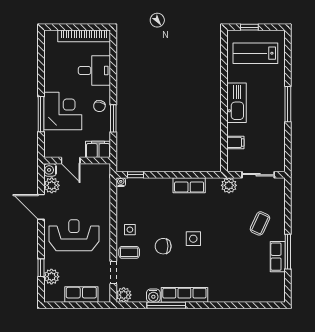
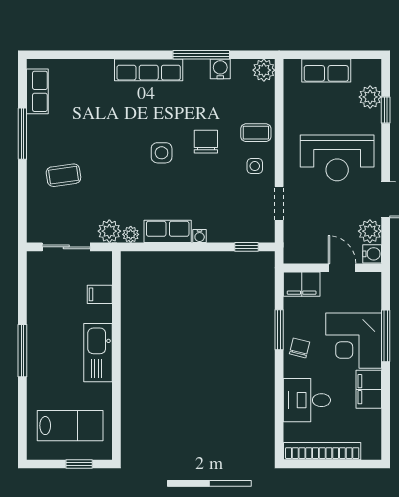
filing cabinet: (52, 78) -> (369, 389), added
water cooler: (121, 182) -> (200, 236), moved
plant: (214, 183) -> (131, 234), added
coffee table: (260, 223) -> (63, 175), turned 57
chair: (163, 246) -> (206, 142), turned -90
row of seats: (278, 257) -> (37, 91), moved
doorway: (113, 273) -> (279, 203), moved
row of seats: (184, 295) -> (149, 70), moved

